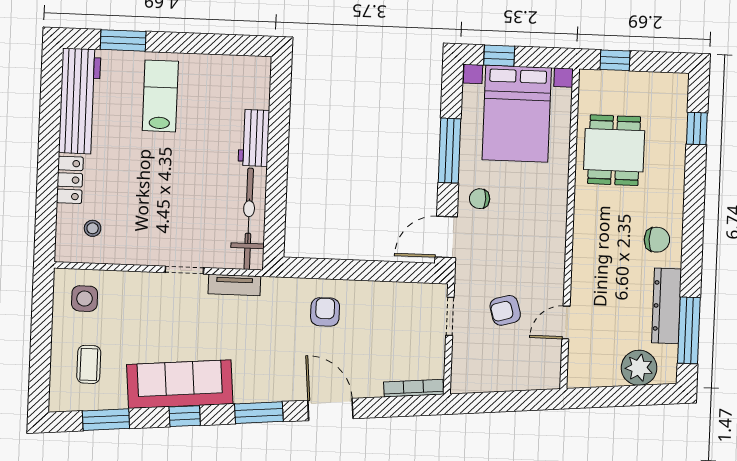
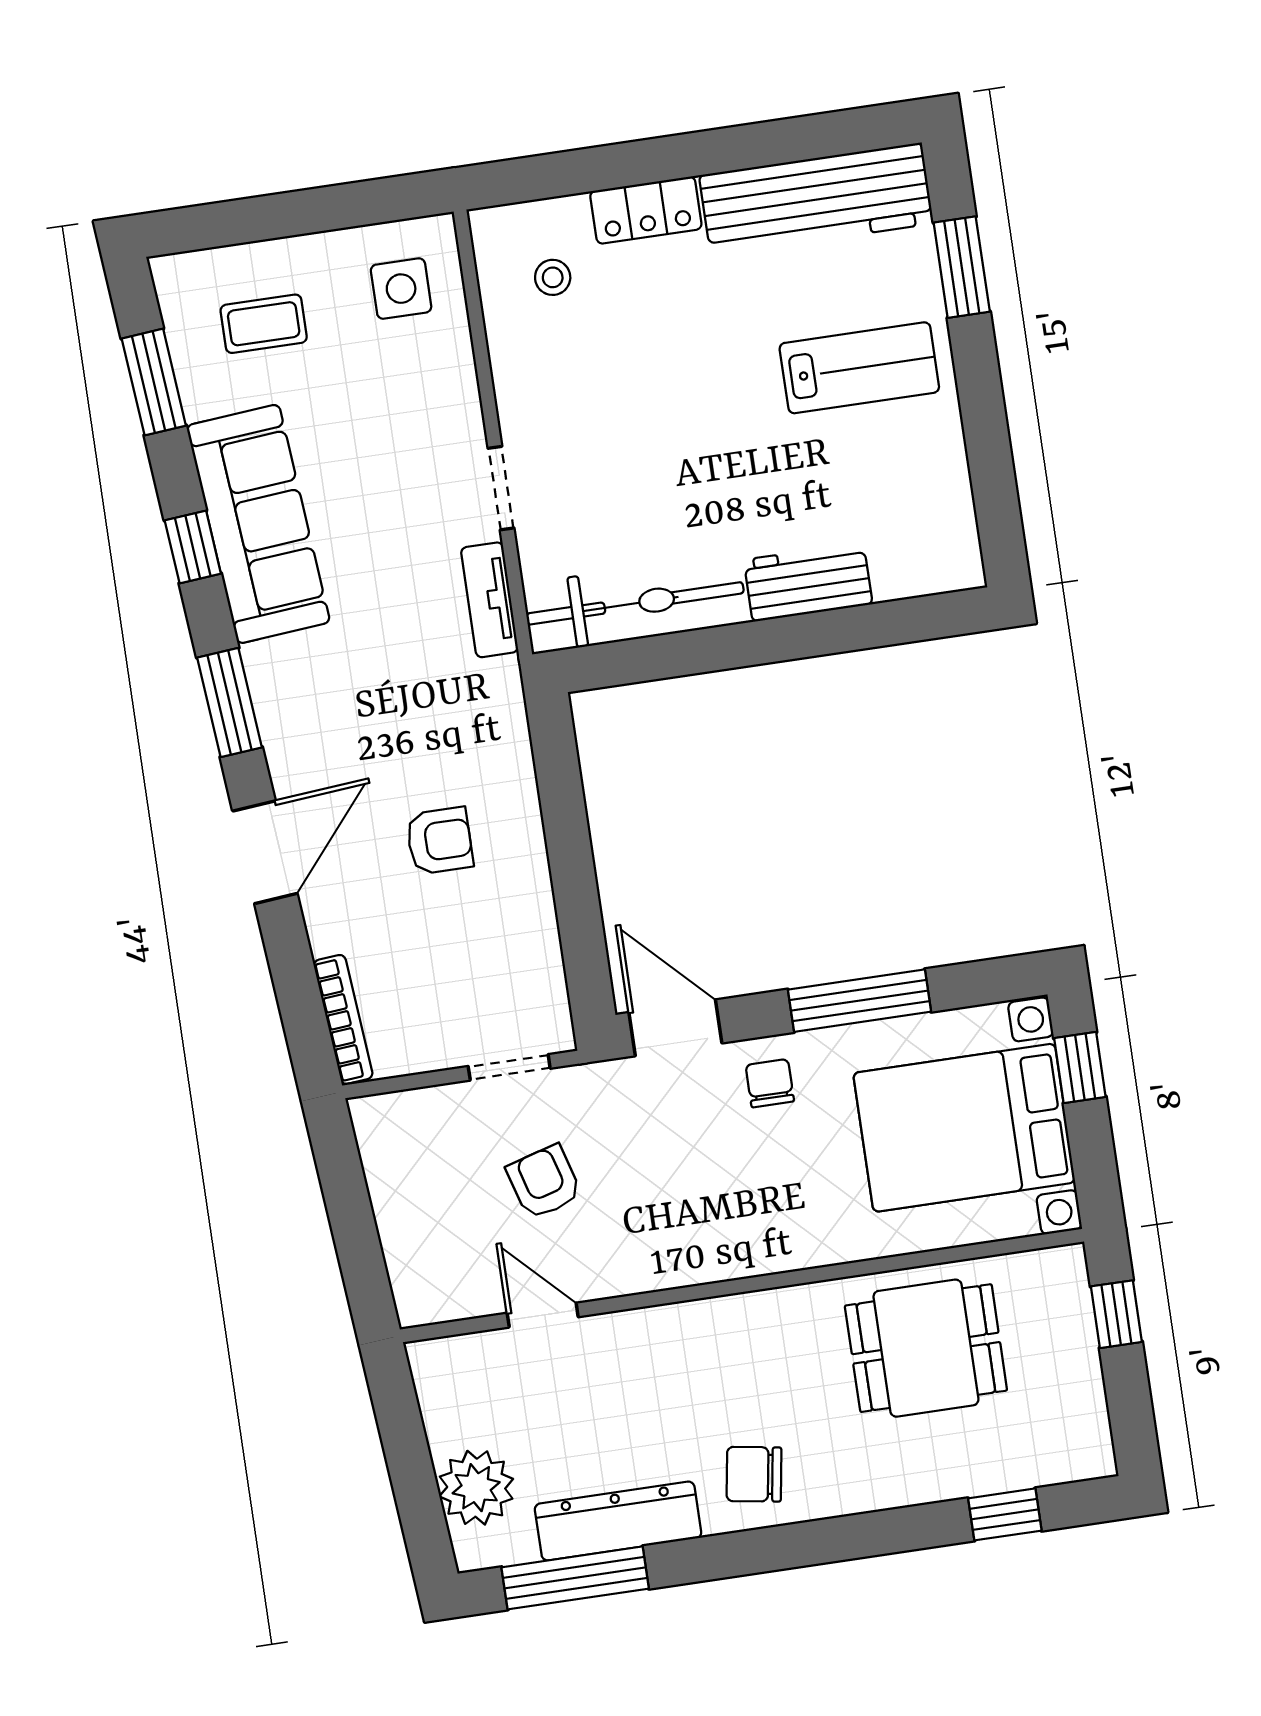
chair: (657, 240) -> (754, 1474), turned 99
armchair: (325, 312) -> (440, 841), moved

